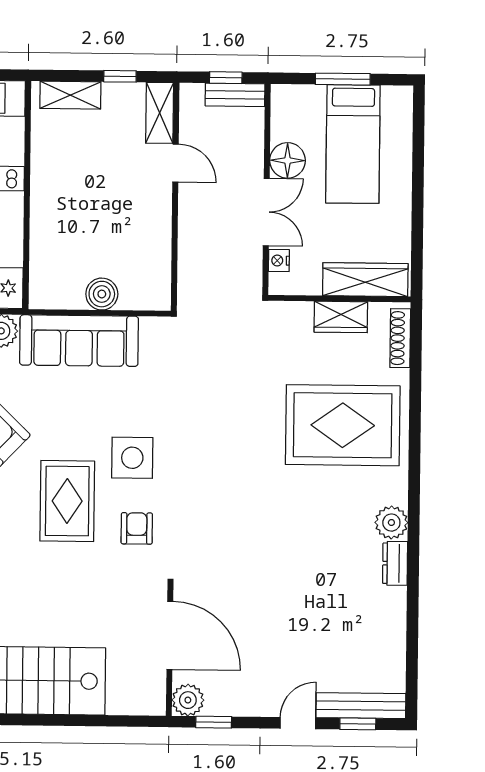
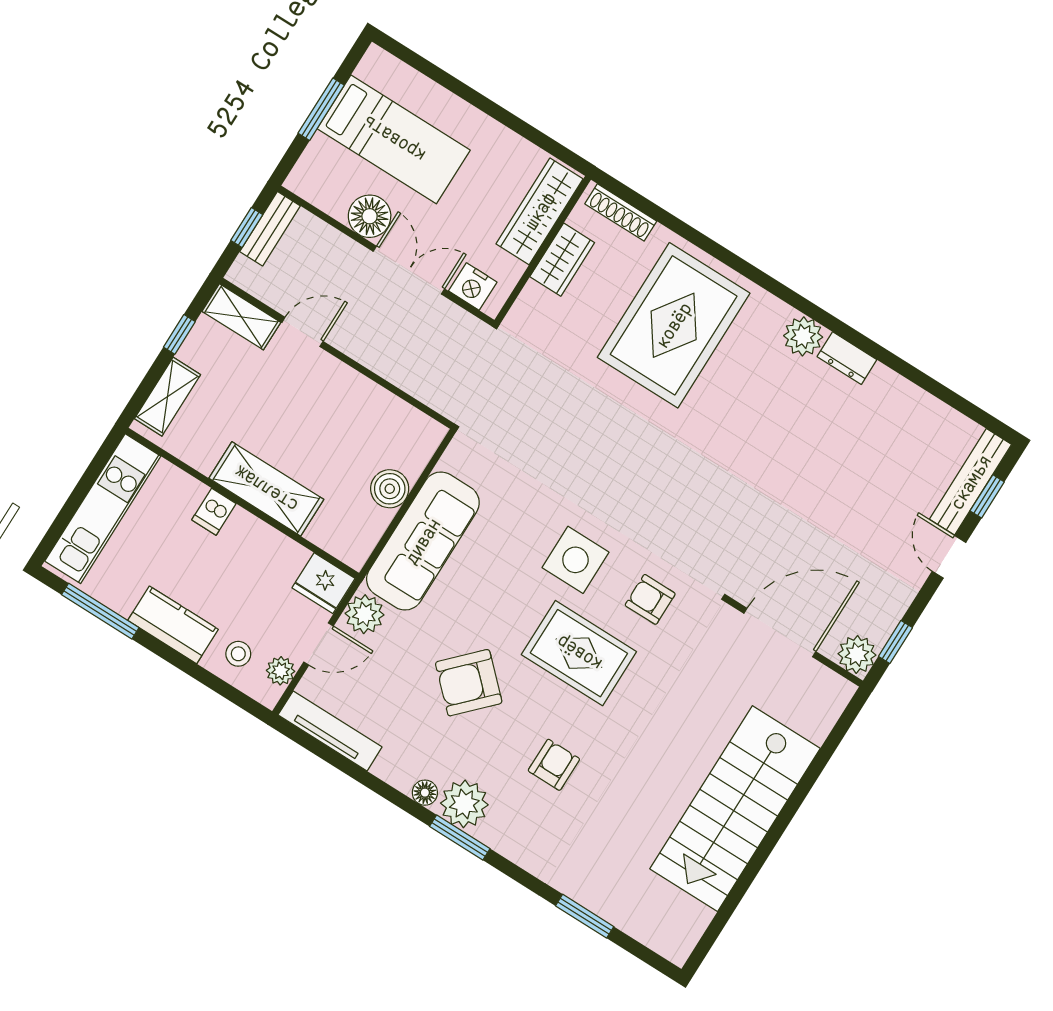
shelving: (48, 206) -> (266, 489), added
nightstand: (279, 261) -> (473, 287), width x1.39, depth x1.35

